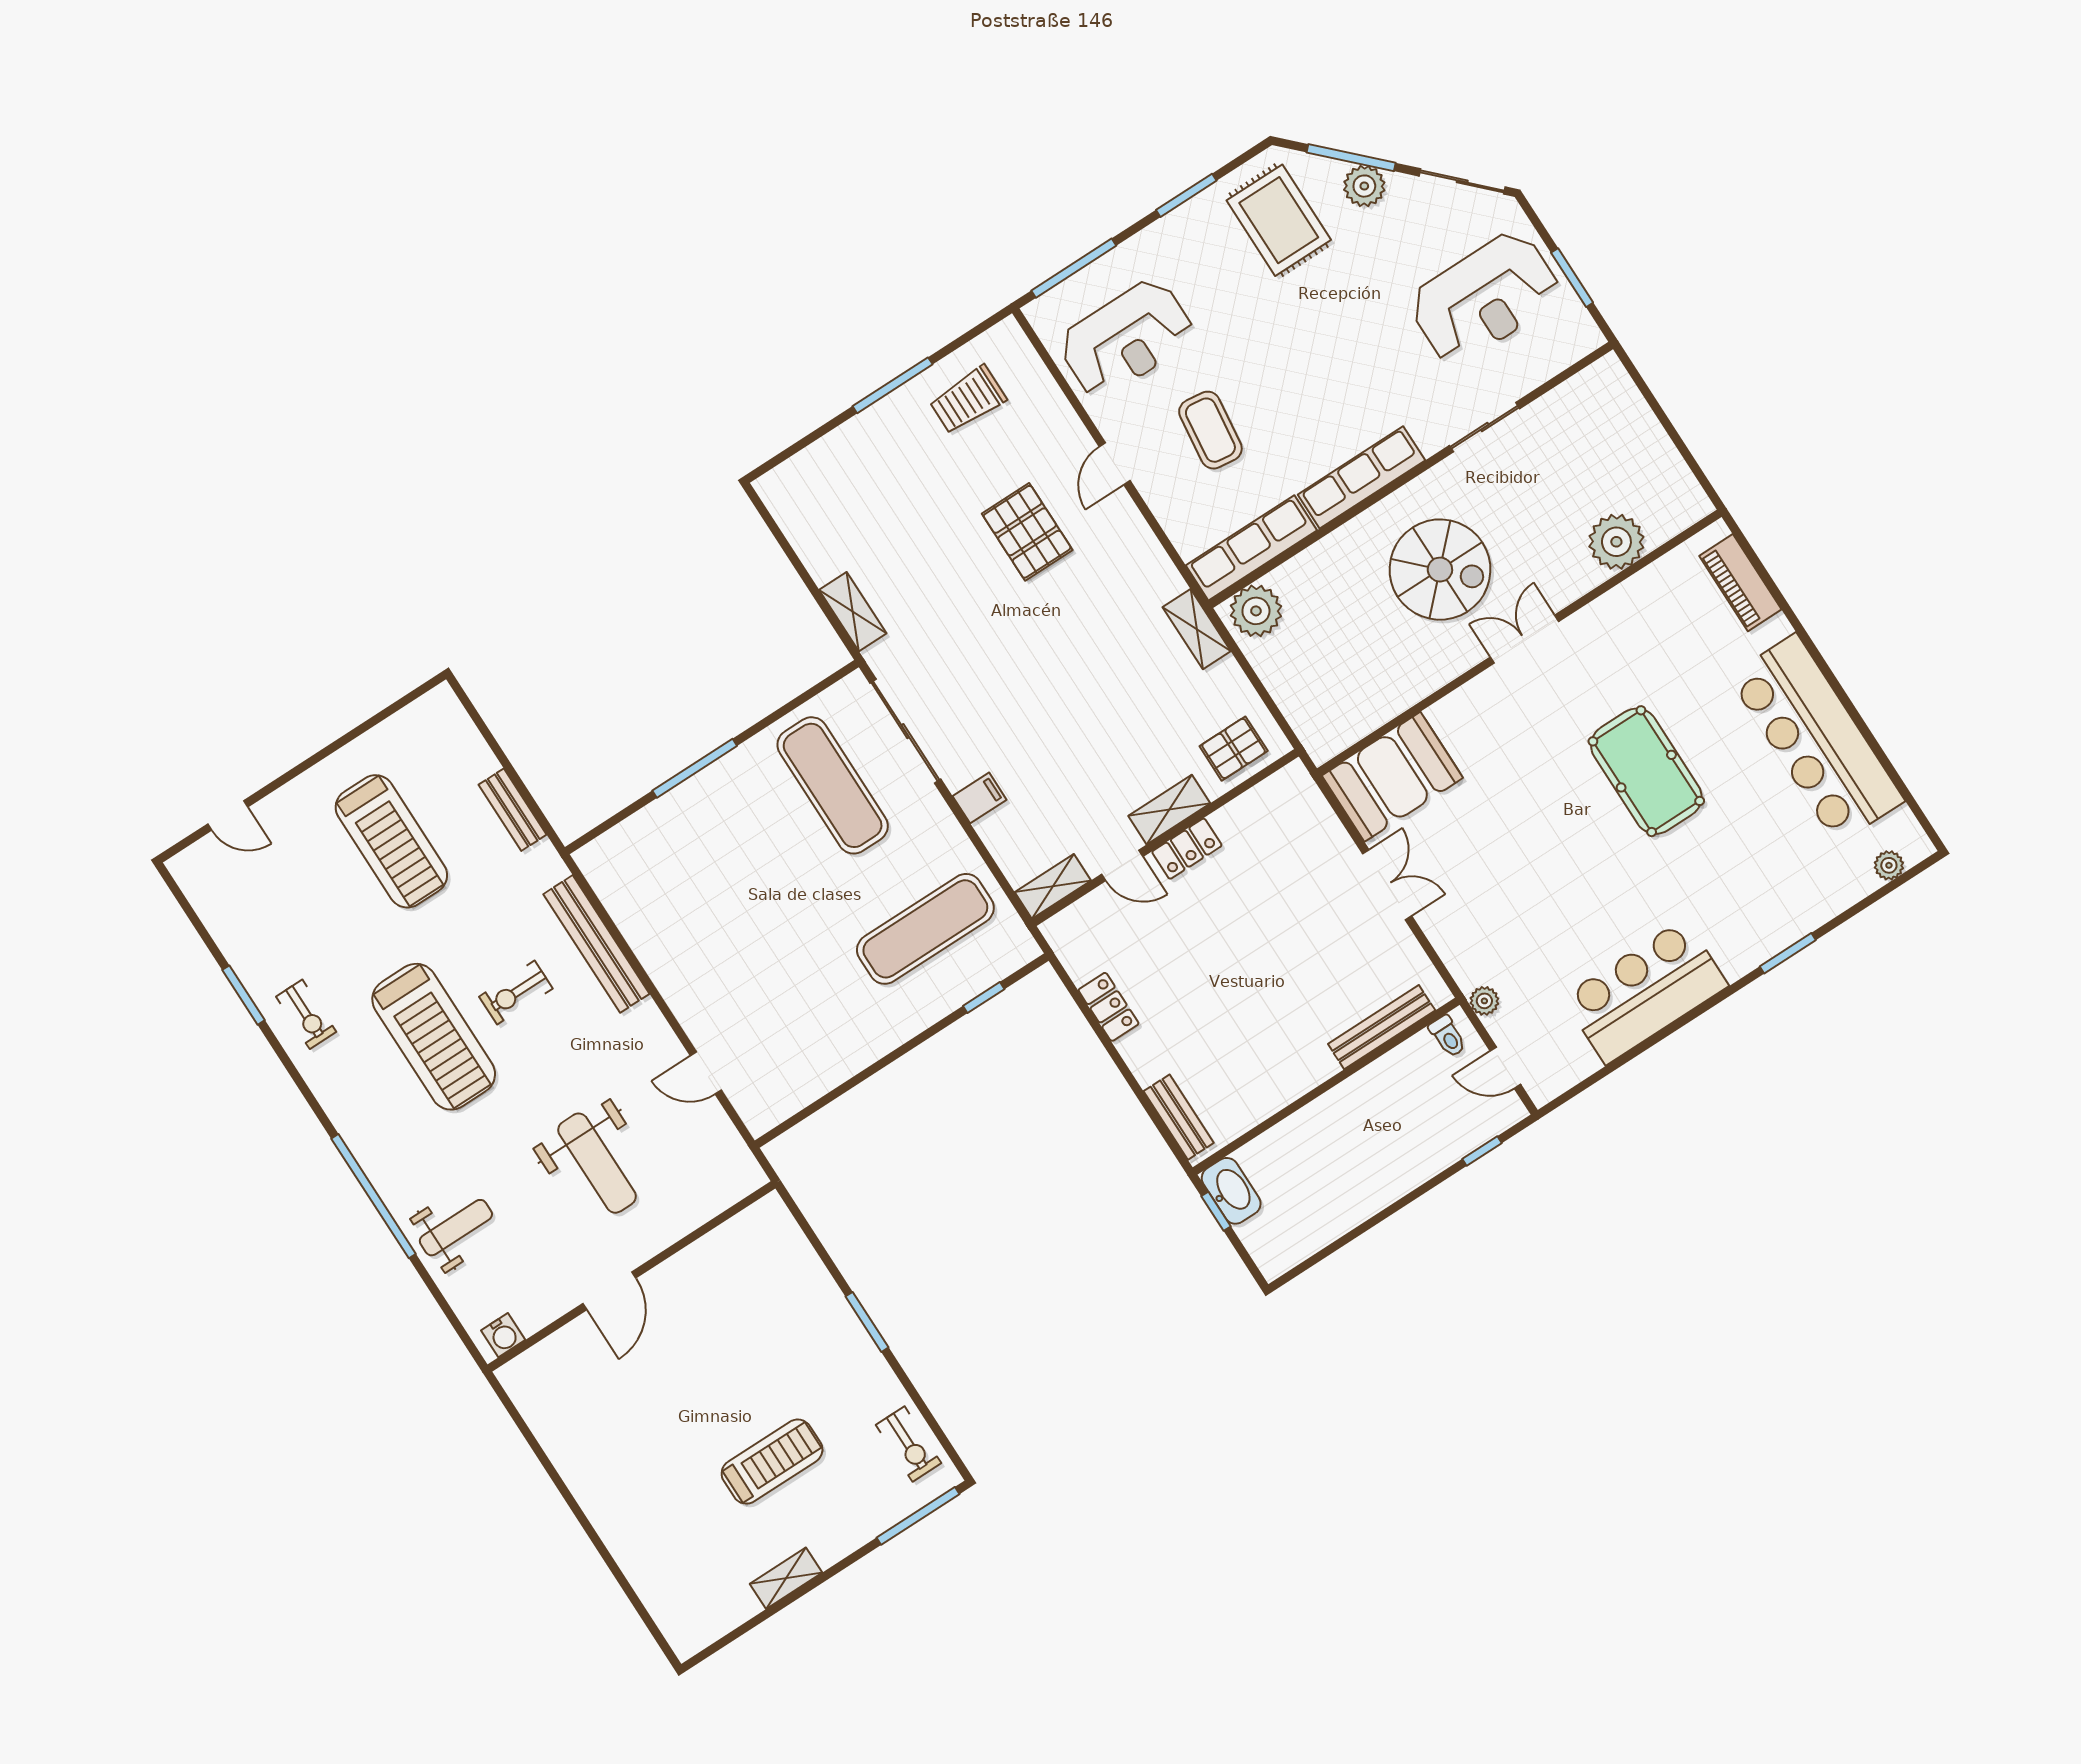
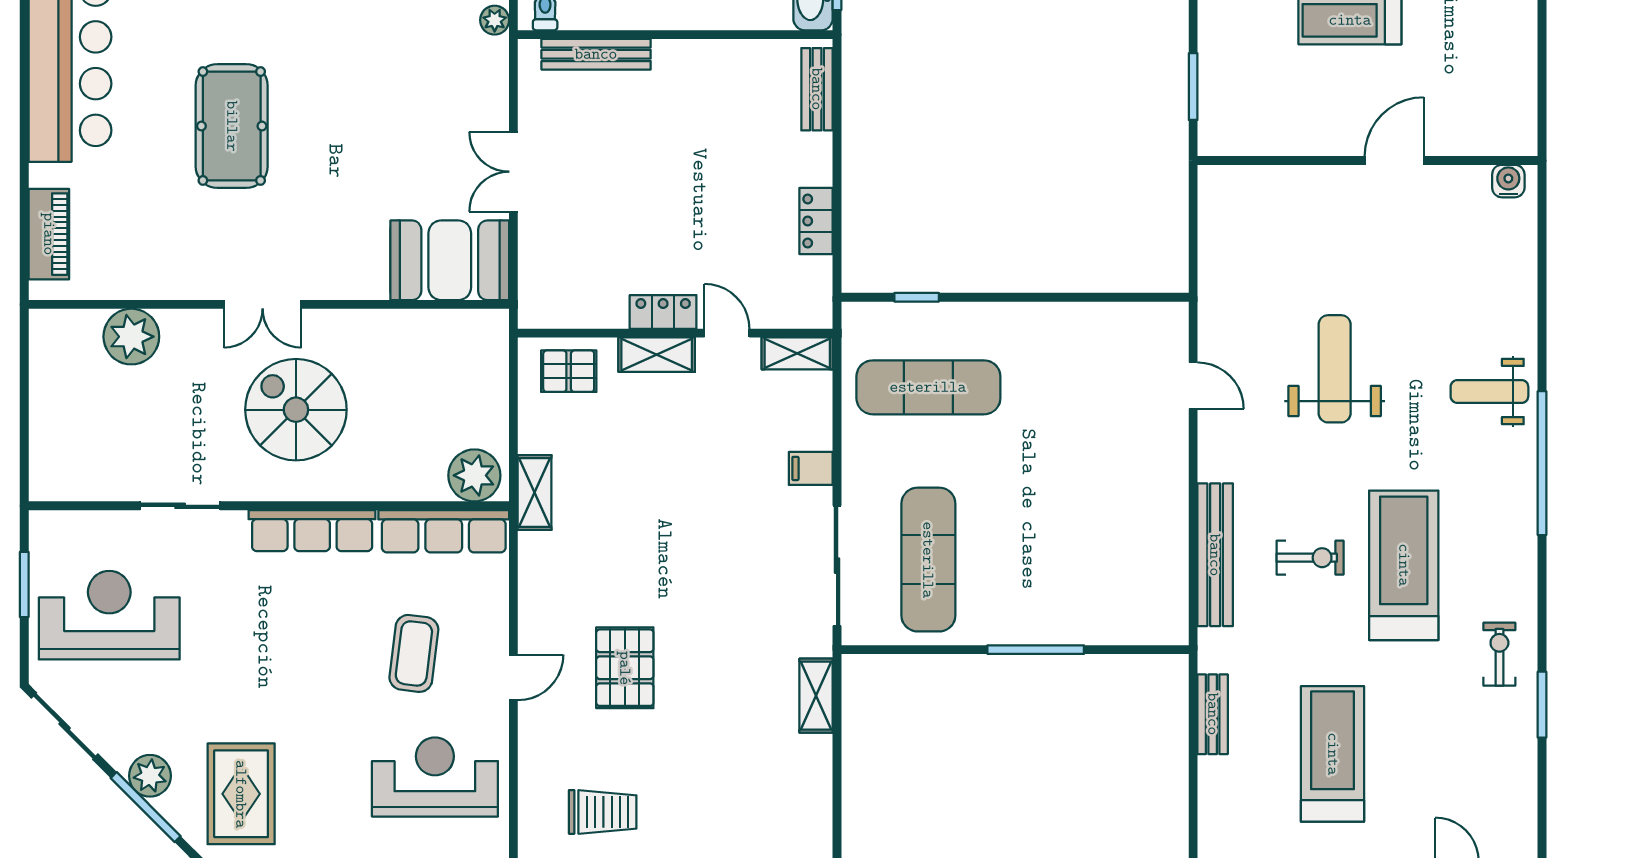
wall: (631, 1276) -> (1368, 161), moved
door: (609, 1291) -> (1394, 161), moved
water cooler: (503, 1335) -> (1508, 181), moved

